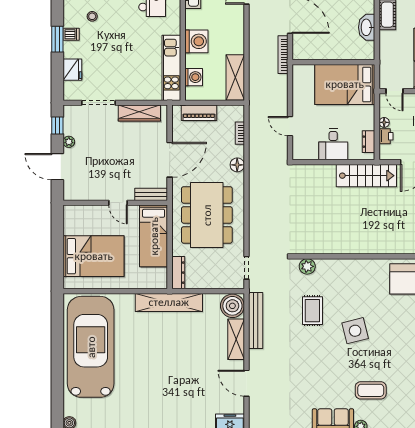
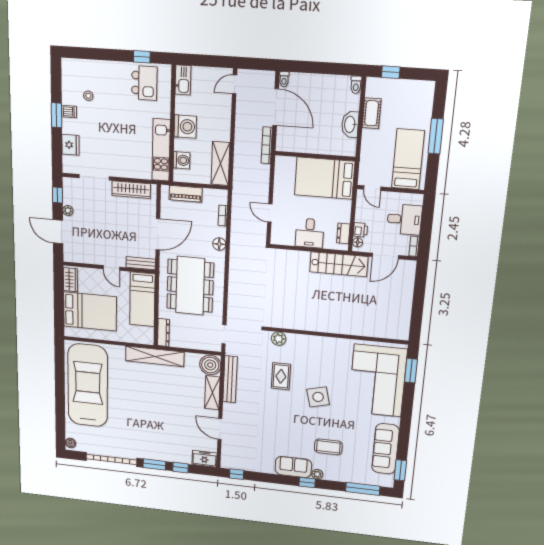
floor lamp: (384, 122) -> (358, 242), moved
wardrobe: (71, 221) -> (70, 280), added

